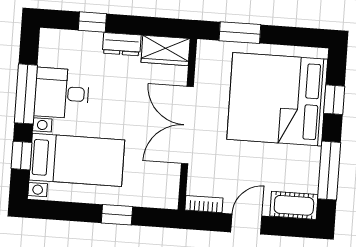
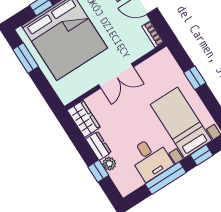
window: (240, 33) -> (26, 58), moved
plant: (91, 41) -> (109, 164), added
double door: (187, 125) -> (116, 76), width x0.73

